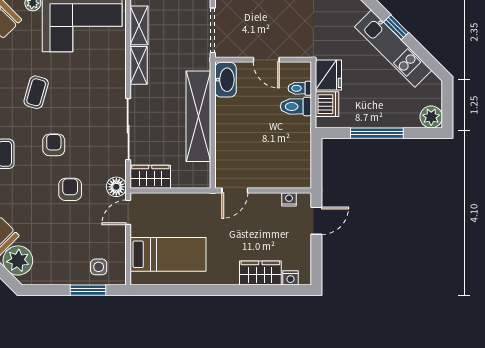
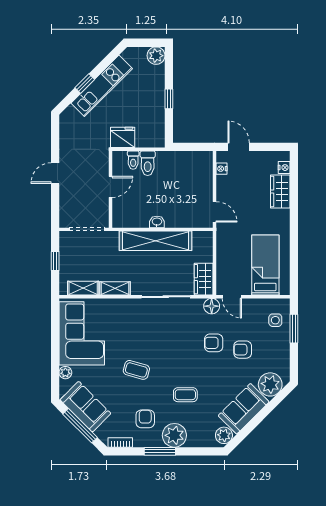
washbasin: (225, 80) -> (157, 222), moved, width x0.52, depth x0.69
dishwasher: (327, 104) -> (146, 138), removed
window: (377, 133) -> (169, 99), width x0.46
armchair: (54, 145) -> (243, 350), moved

